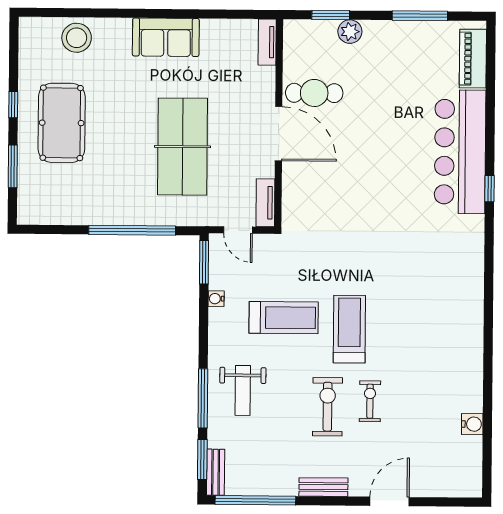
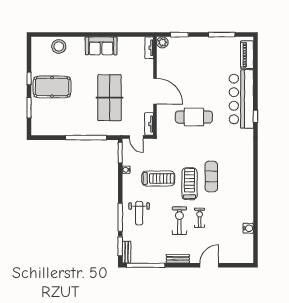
plant: (350, 32) -> (162, 42), moved
cafe table: (314, 93) -> (194, 117), moved, width x1.37, depth x1.35
pool table: (62, 123) -> (52, 87), turned 90
exercise mat: (395, 315) -> (211, 177), added

